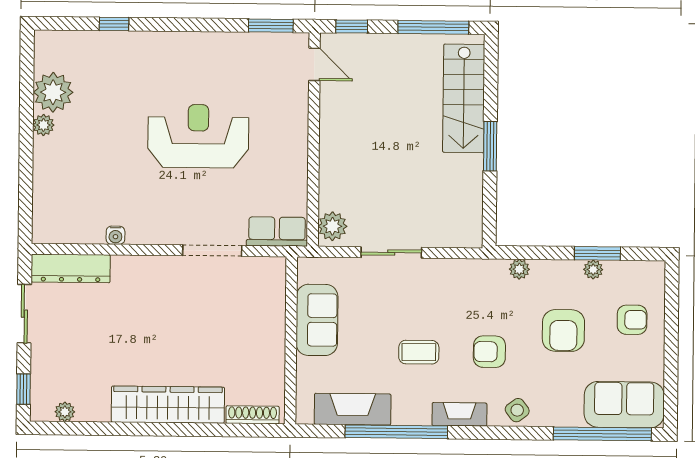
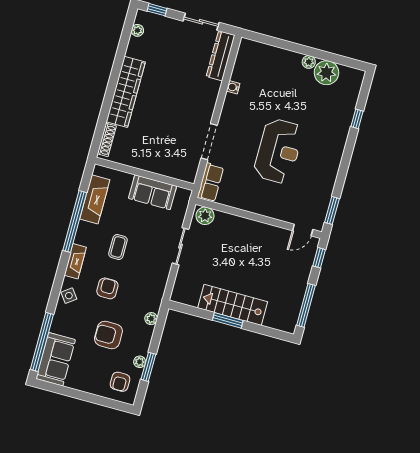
stairs: (464, 98) -> (233, 305), moved
armchair: (632, 320) -> (120, 382), moved

